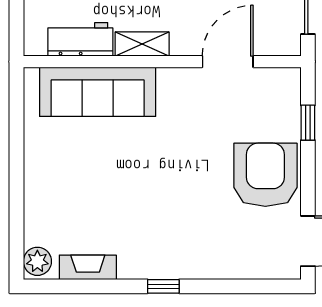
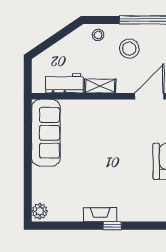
sofa: (98, 92) -> (46, 133), moved, turned -90
fireplace: (88, 267) -> (100, 215), moved

